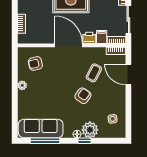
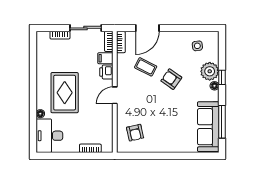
door: (69, 45) -> (115, 95), width x0.53
plant: (22, 85) -> (160, 147), removed

